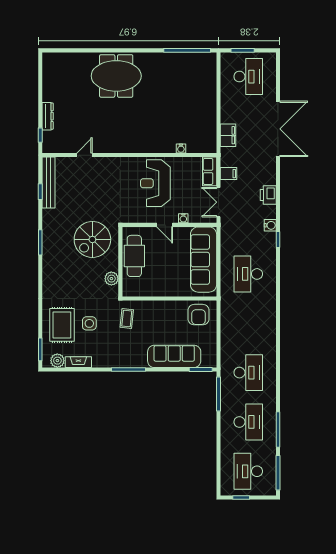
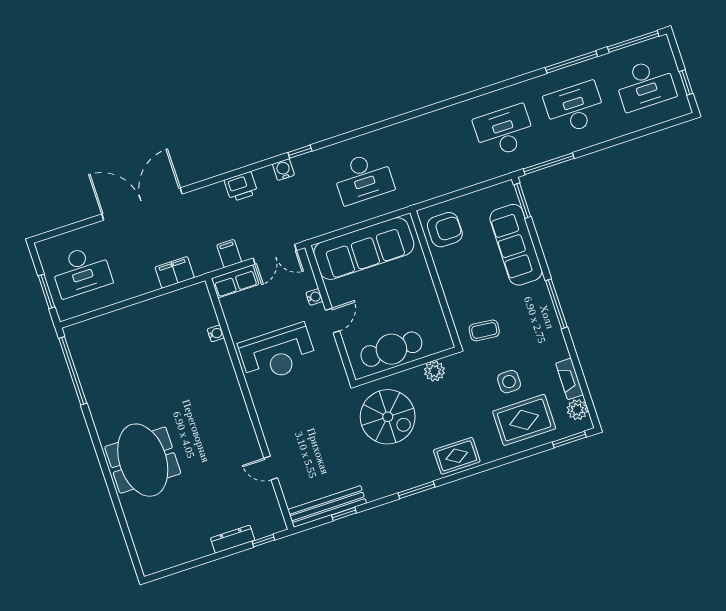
desk: (248, 77) -> (81, 271), turned 180
rug: (53, 275) -> (457, 456), added

